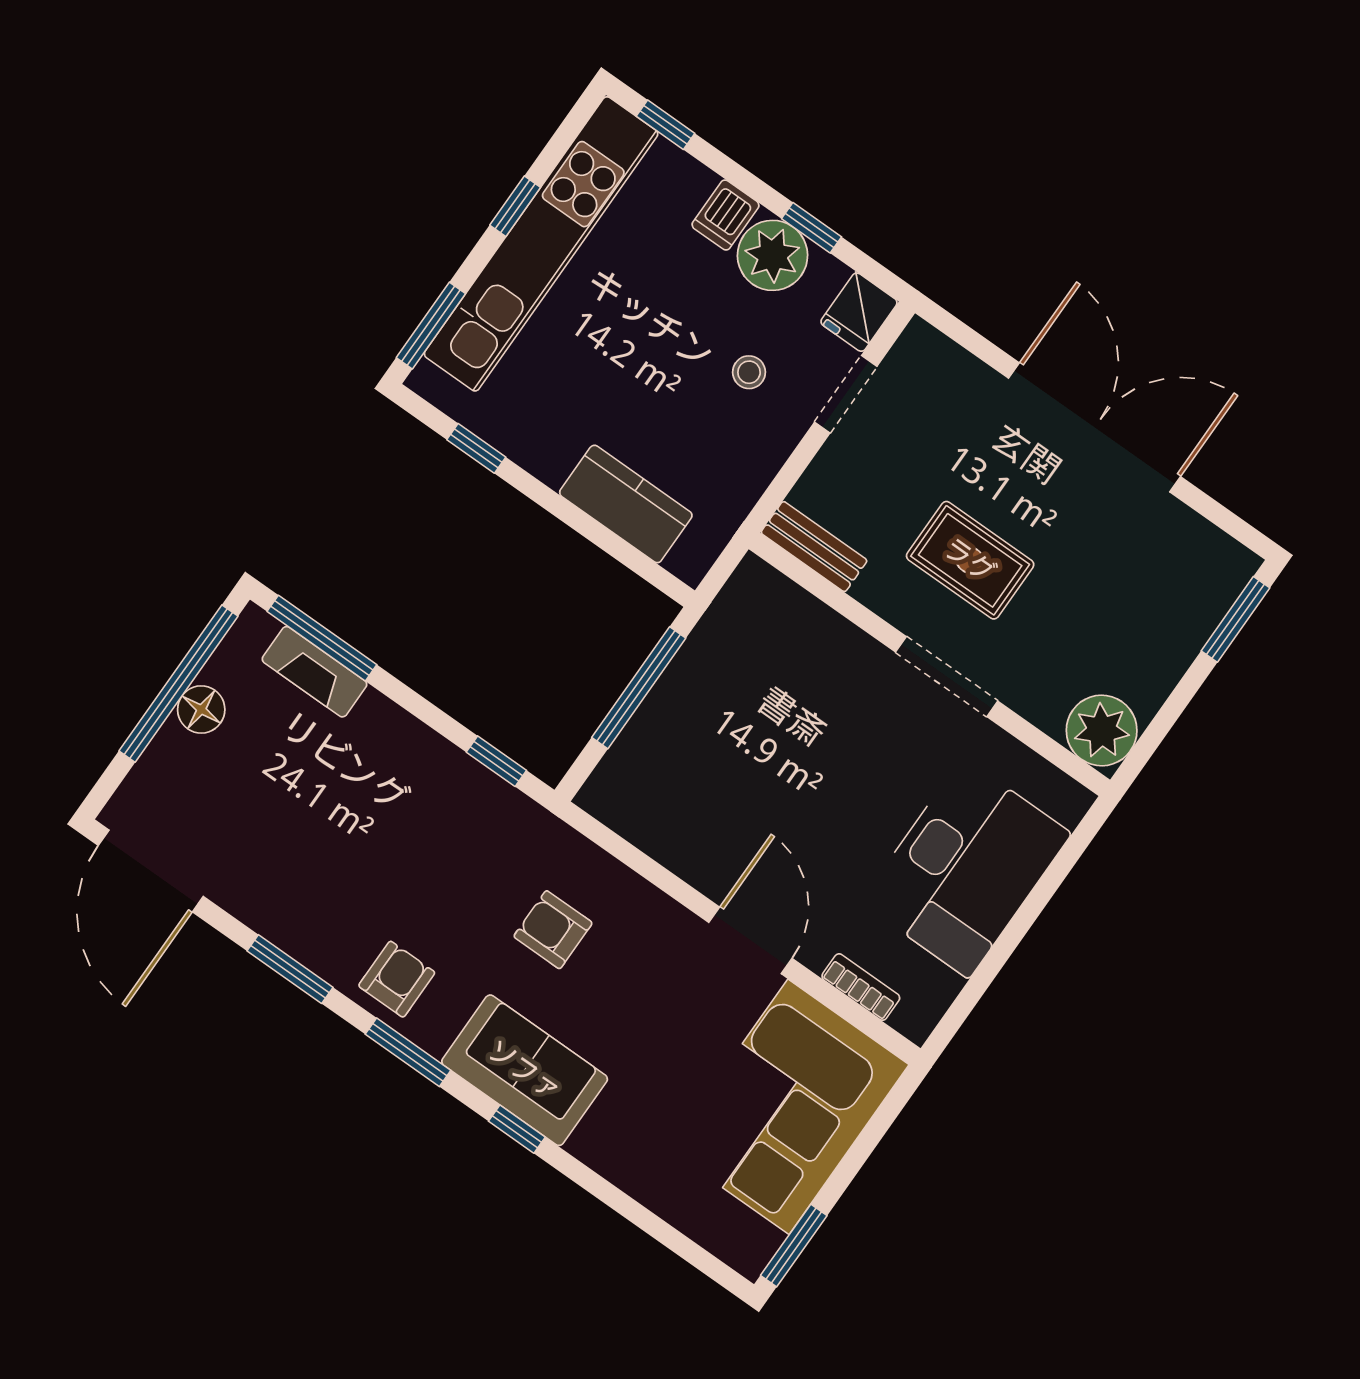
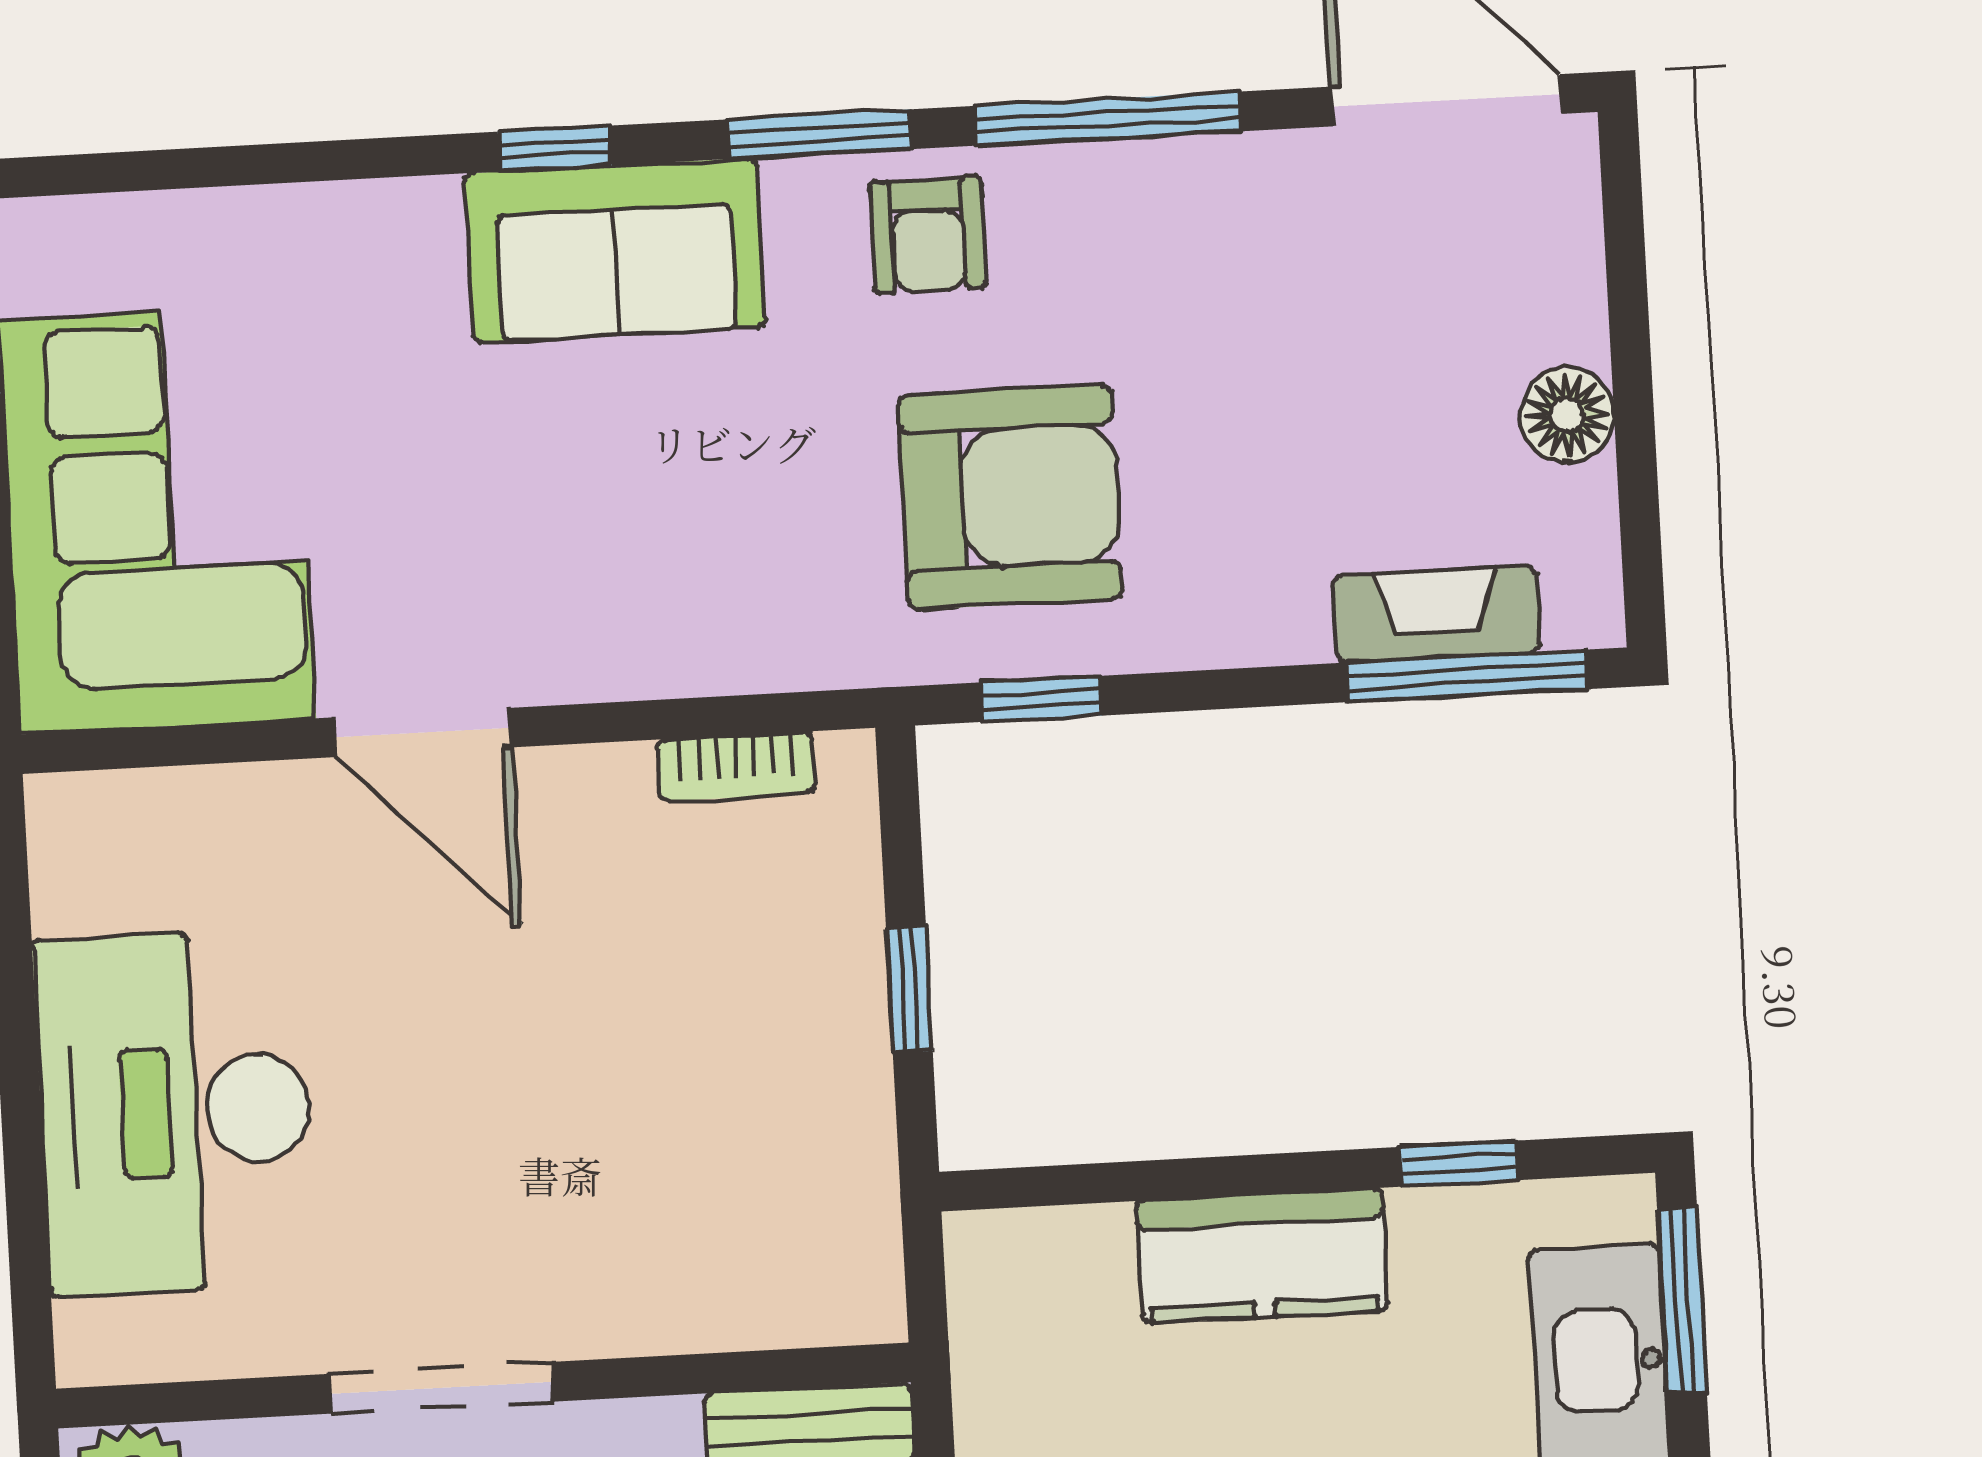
kitchen counter: (626, 504) -> (1262, 1256), moved
window: (178, 684) -> (1635, 428), removed
window: (639, 688) -> (909, 990), width x0.46
armchair: (553, 930) -> (1010, 497), moved, width x1.88, depth x1.88
window: (290, 969) -> (1107, 119), width x1.44
bookcase: (861, 987) -> (736, 766), moved

